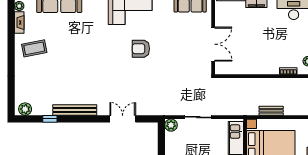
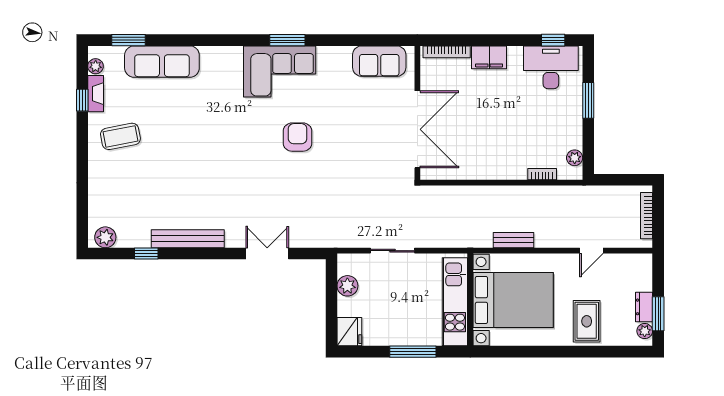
window: (11, 26) -> (82, 100), added
double door: (213, 44) -> (417, 129), width x1.36
armchair: (141, 49) -> (298, 137), turned 90
plant: (171, 125) -> (347, 286), moved

